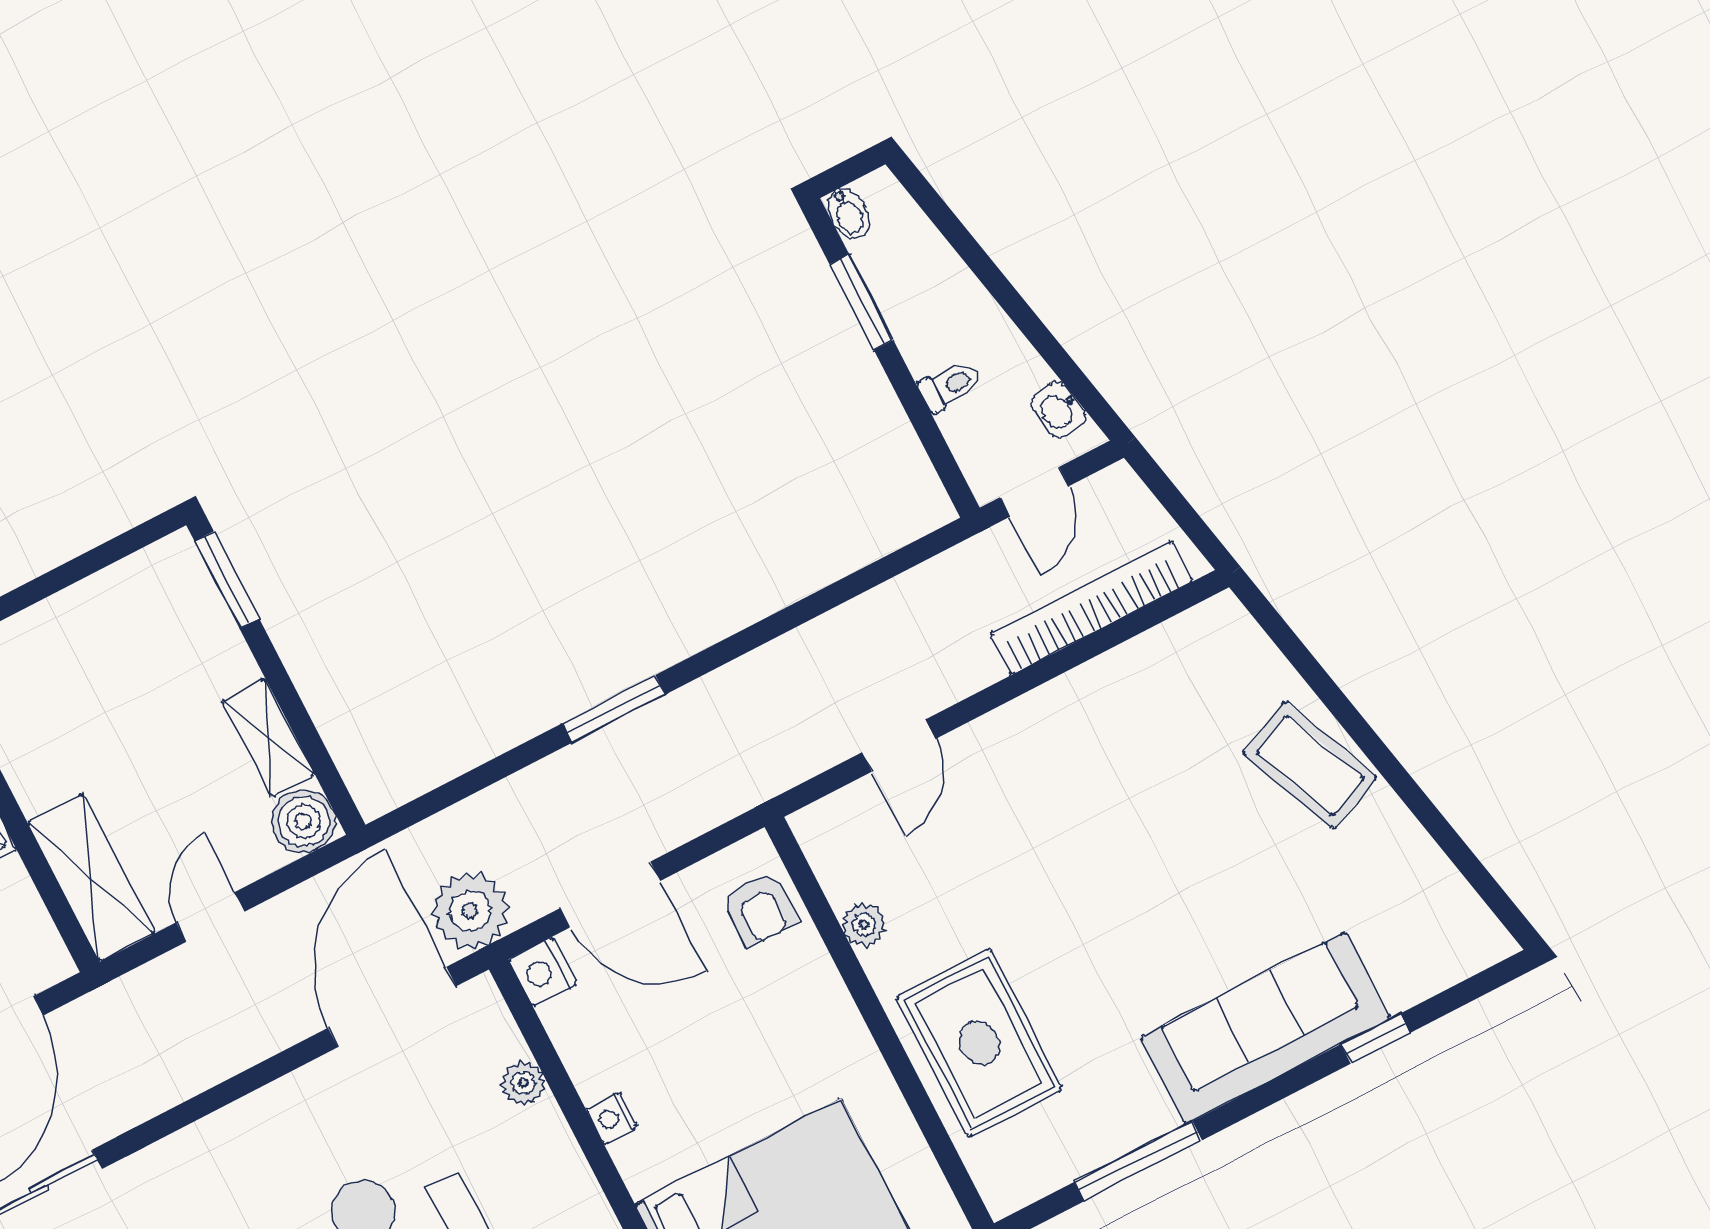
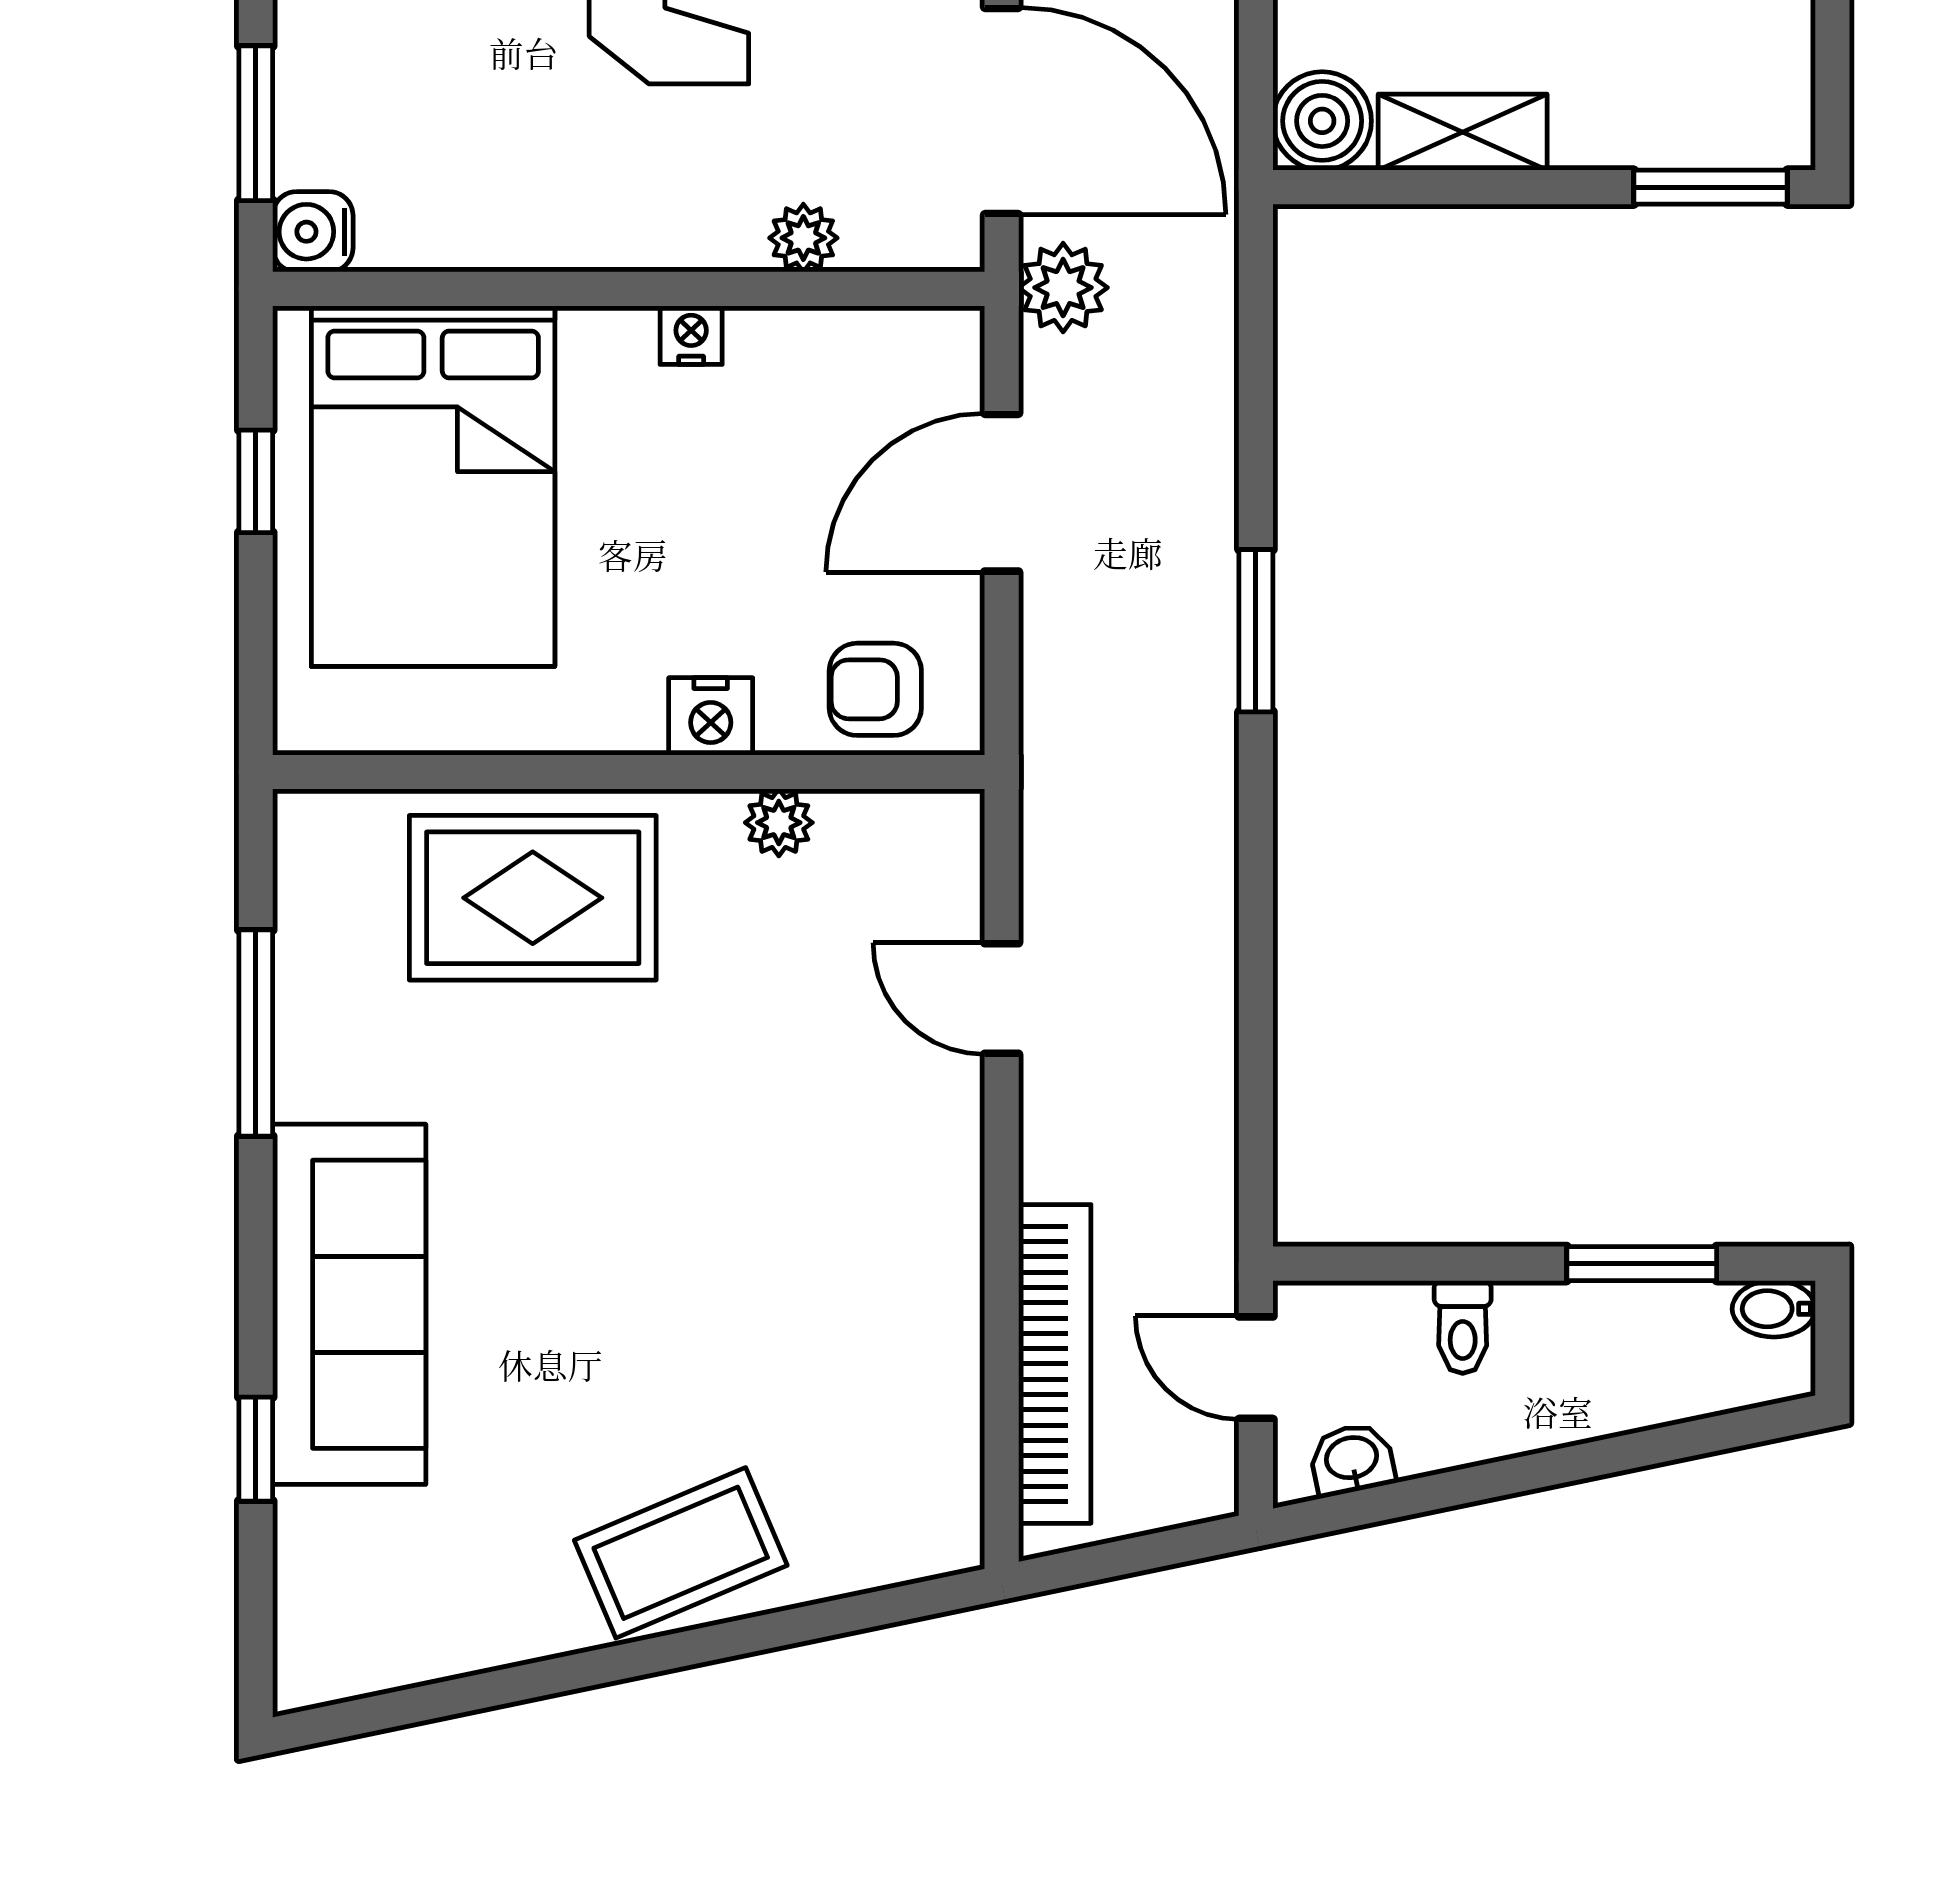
plant: (470, 911) -> (1063, 288), width x0.73, depth x0.73
nightstand: (543, 972) -> (711, 716), moved, turned 180

